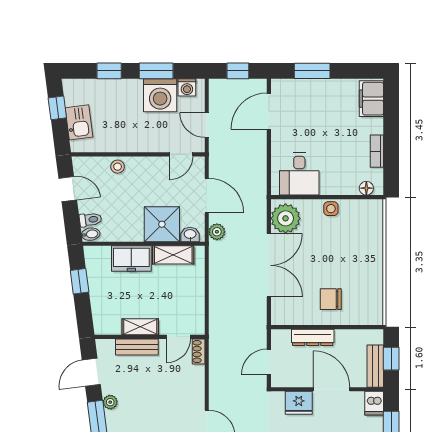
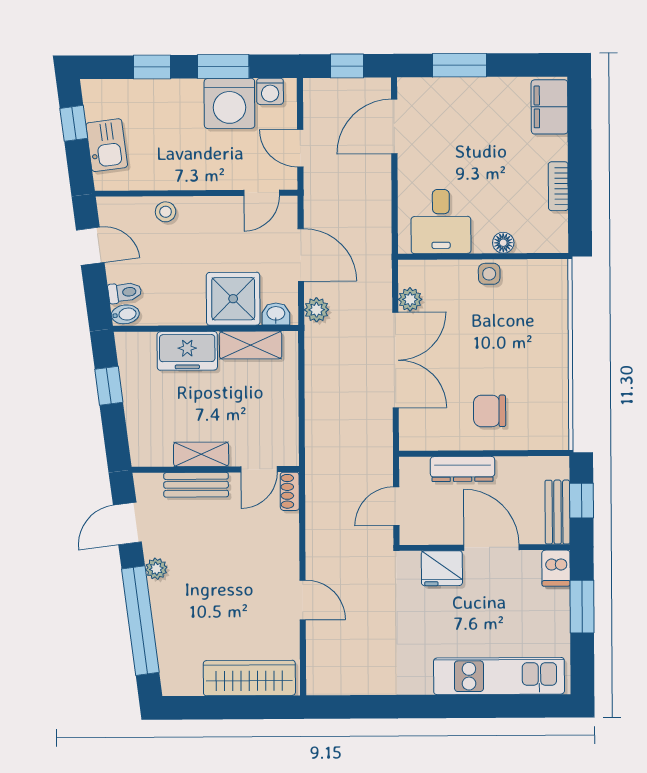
floor lamp: (366, 188) -> (503, 243), moved
plant: (286, 218) -> (410, 299), width x0.53, depth x0.53

